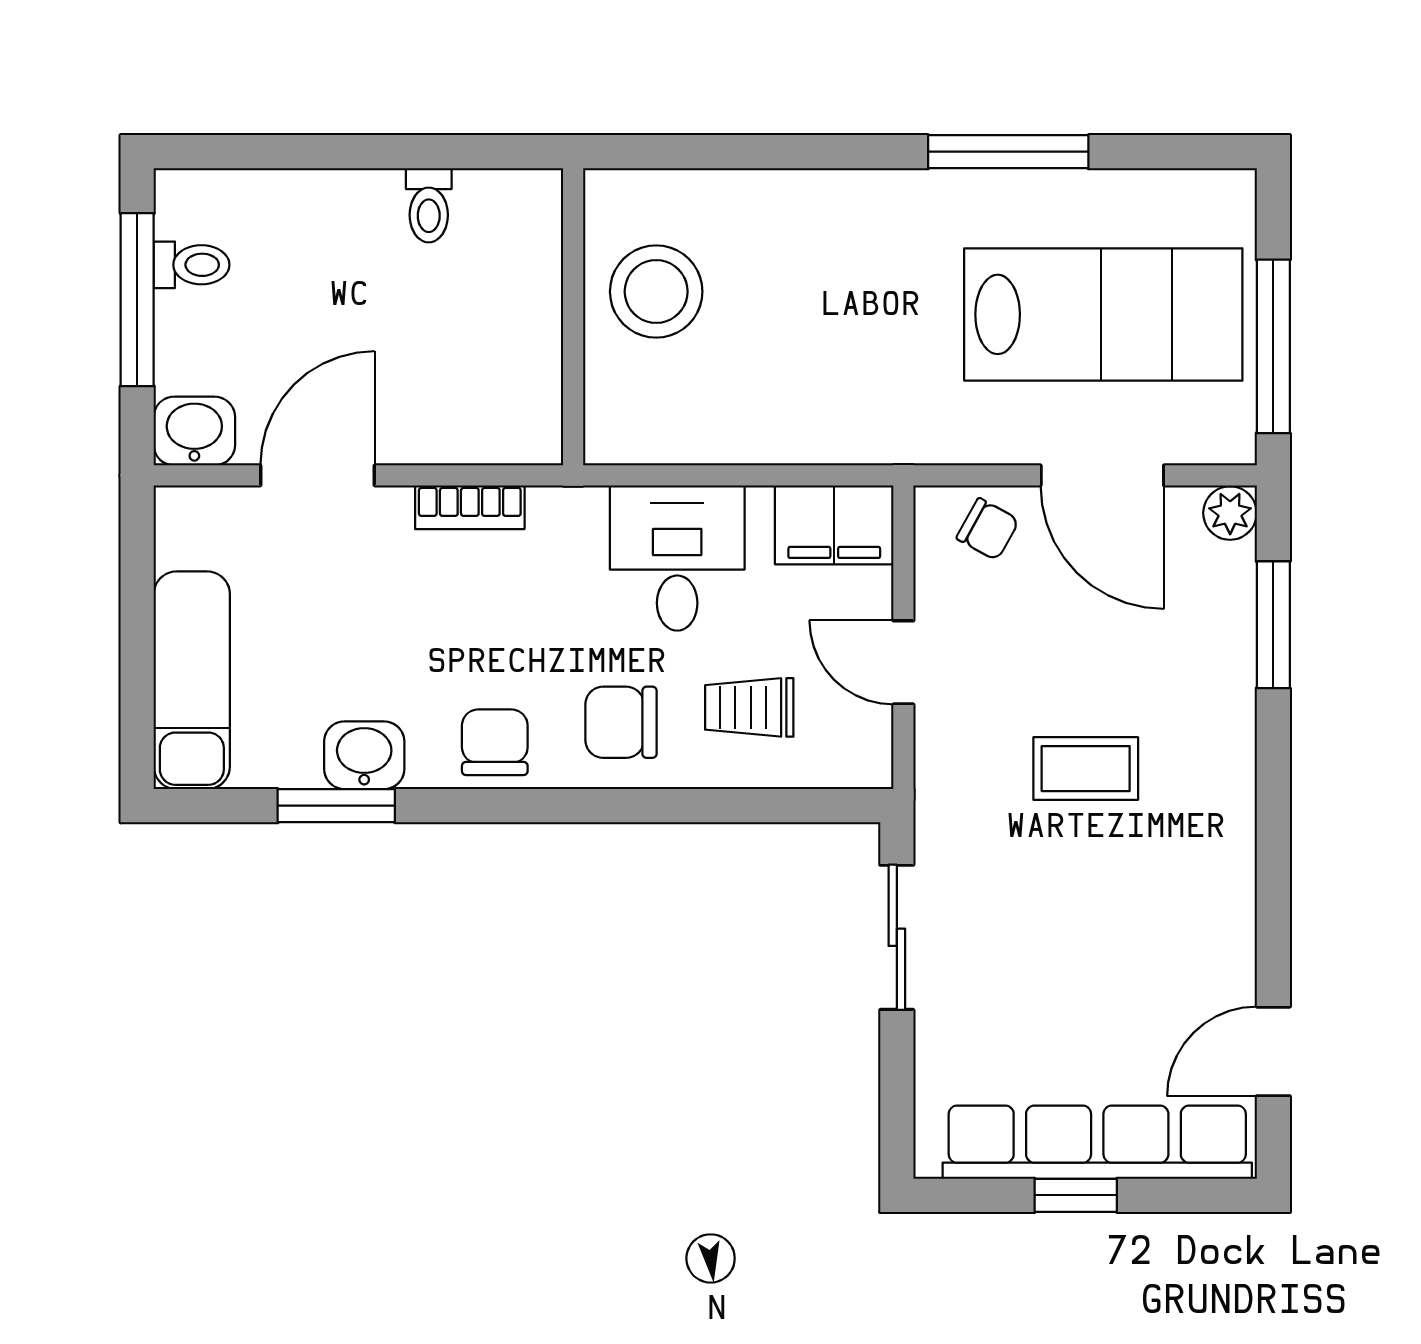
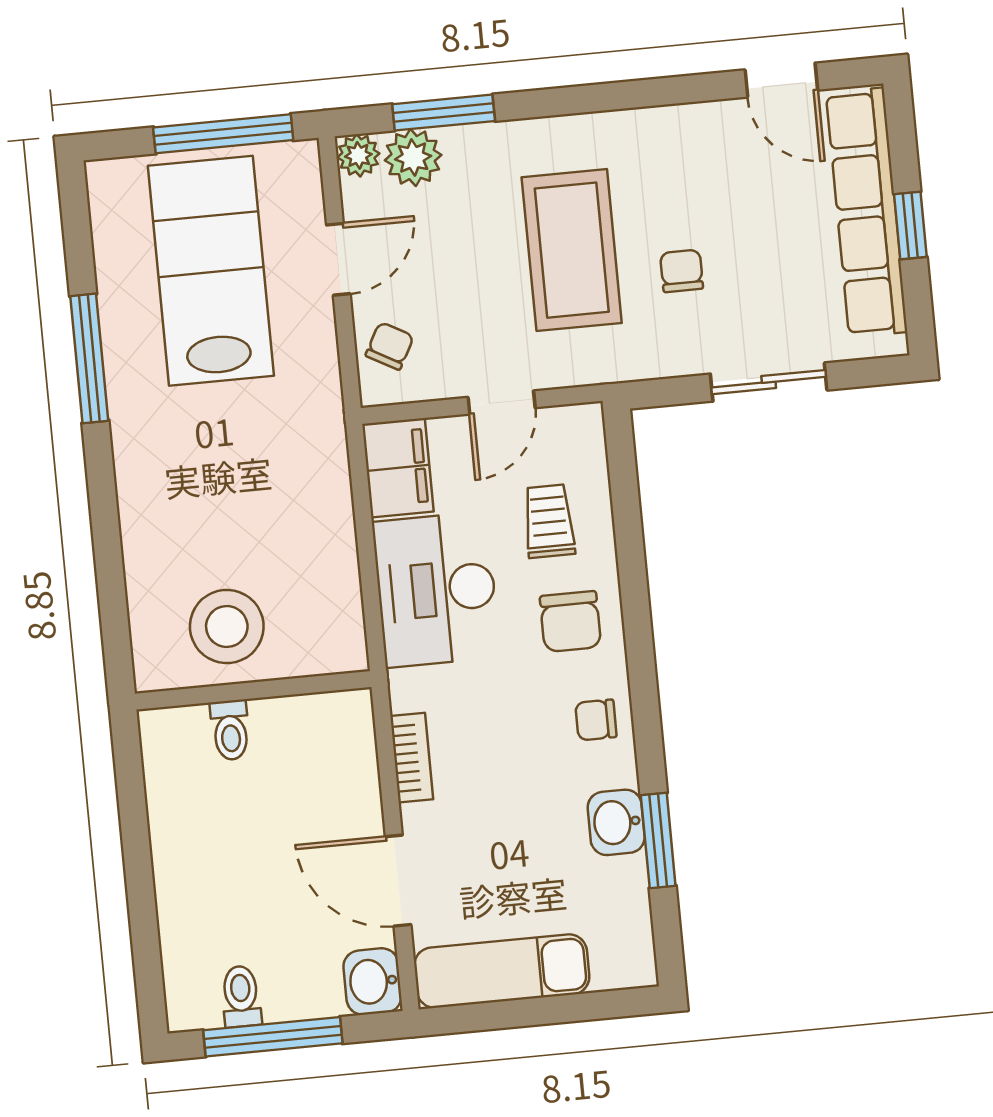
toilet: (429, 205) -> (230, 730), moved, turned 90
door: (1102, 475) -> (338, 259), width x0.73
desk: (677, 558) -> (436, 590), width x1.37
plant: (1221, 581) -> (413, 158), added
exam couch: (192, 680) -> (502, 971), moved
trolley: (749, 707) -> (549, 521), turned 180
chair: (495, 742) -> (596, 720), width x0.73, depth x0.73
coffee table: (1086, 769) -> (572, 250), width x1.86, depth x1.72
chair: (1046, 904) -> (682, 271), added
sliding door: (897, 937) -> (769, 382), moved

